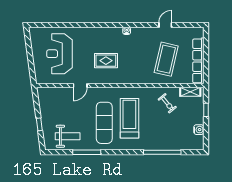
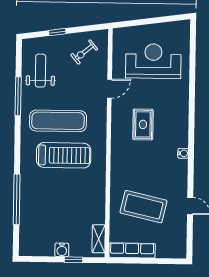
row of seats: (198, 61) -> (132, 250), width x0.73
door: (80, 85) -> (109, 89), swing flipped
exercise bike: (167, 103) -> (84, 52), moved
water cooler: (199, 130) -> (62, 250), moved
weight bench: (68, 136) -> (41, 71), turned 180

